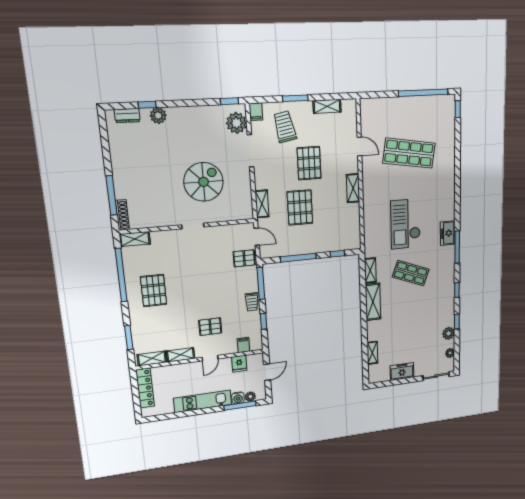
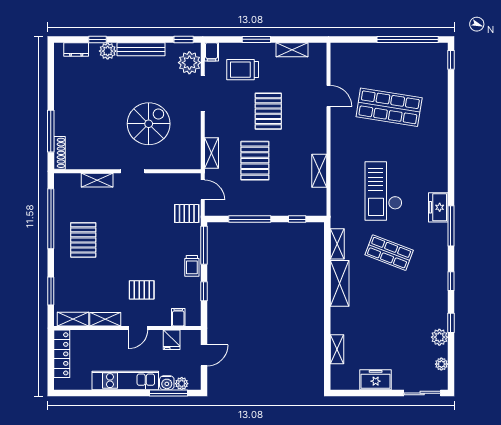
bench: (190, 112) -> (141, 49), added
trolley: (285, 127) -> (243, 70), turned -79
shelving: (353, 188) -> (319, 171), moved
shelving: (135, 239) -> (97, 180), moved

